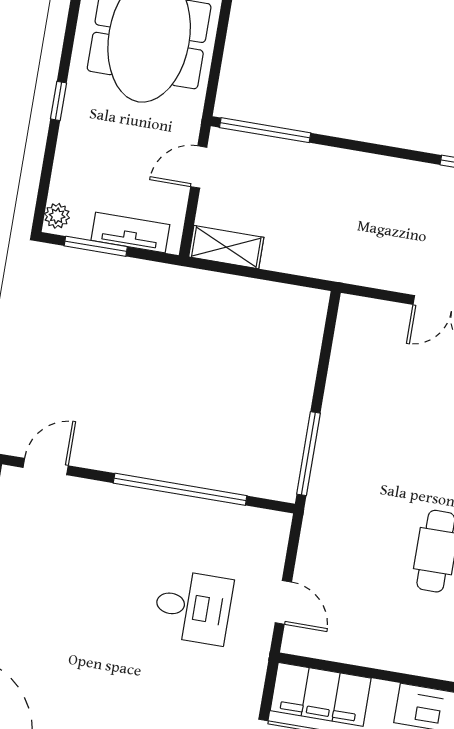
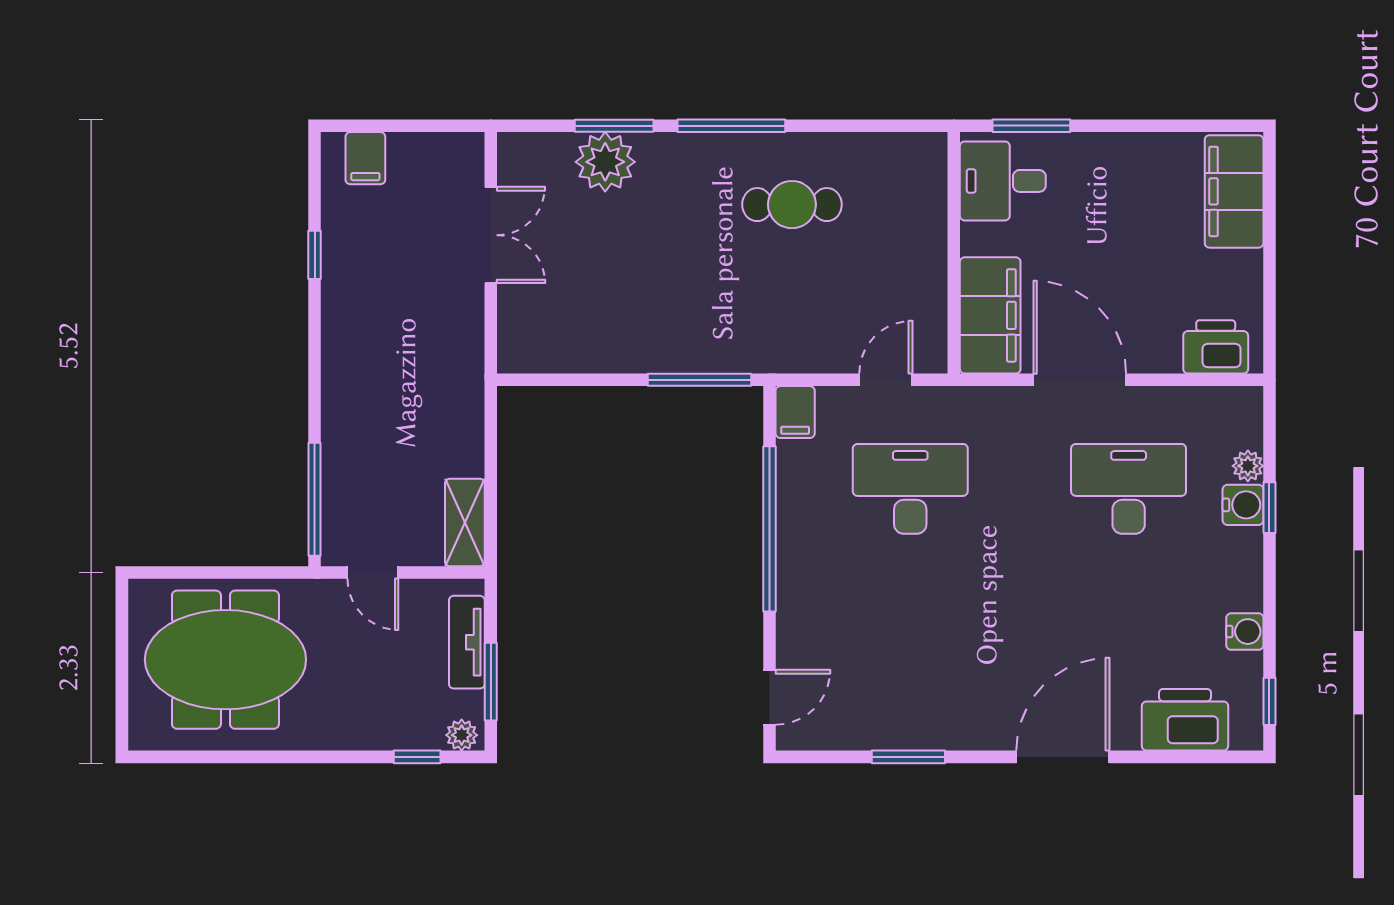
window: (59, 101) -> (417, 757), moved
door: (46, 467) -> (769, 697), swing flipped
filing cabinet: (270, 526) -> (795, 412), added
desk: (193, 607) -> (910, 489), width x1.37

